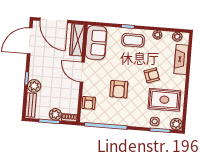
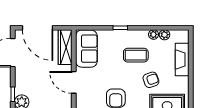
plant: (177, 37) -> (165, 35), moved
coffee table: (133, 40) -> (136, 55), moved

